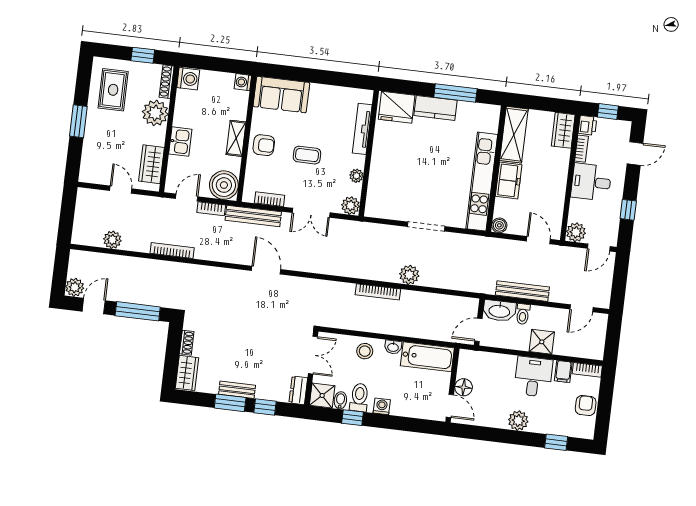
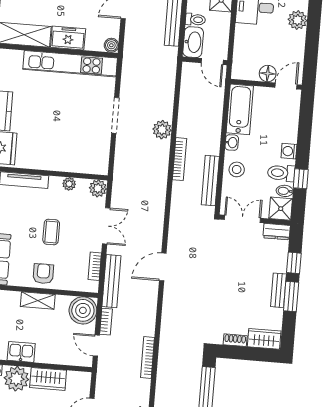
kitchen sink: (180, 142) -> (21, 352), moved
wardrobe: (152, 164) -> (48, 379), moved
bench: (354, 323) -> (210, 181), added

